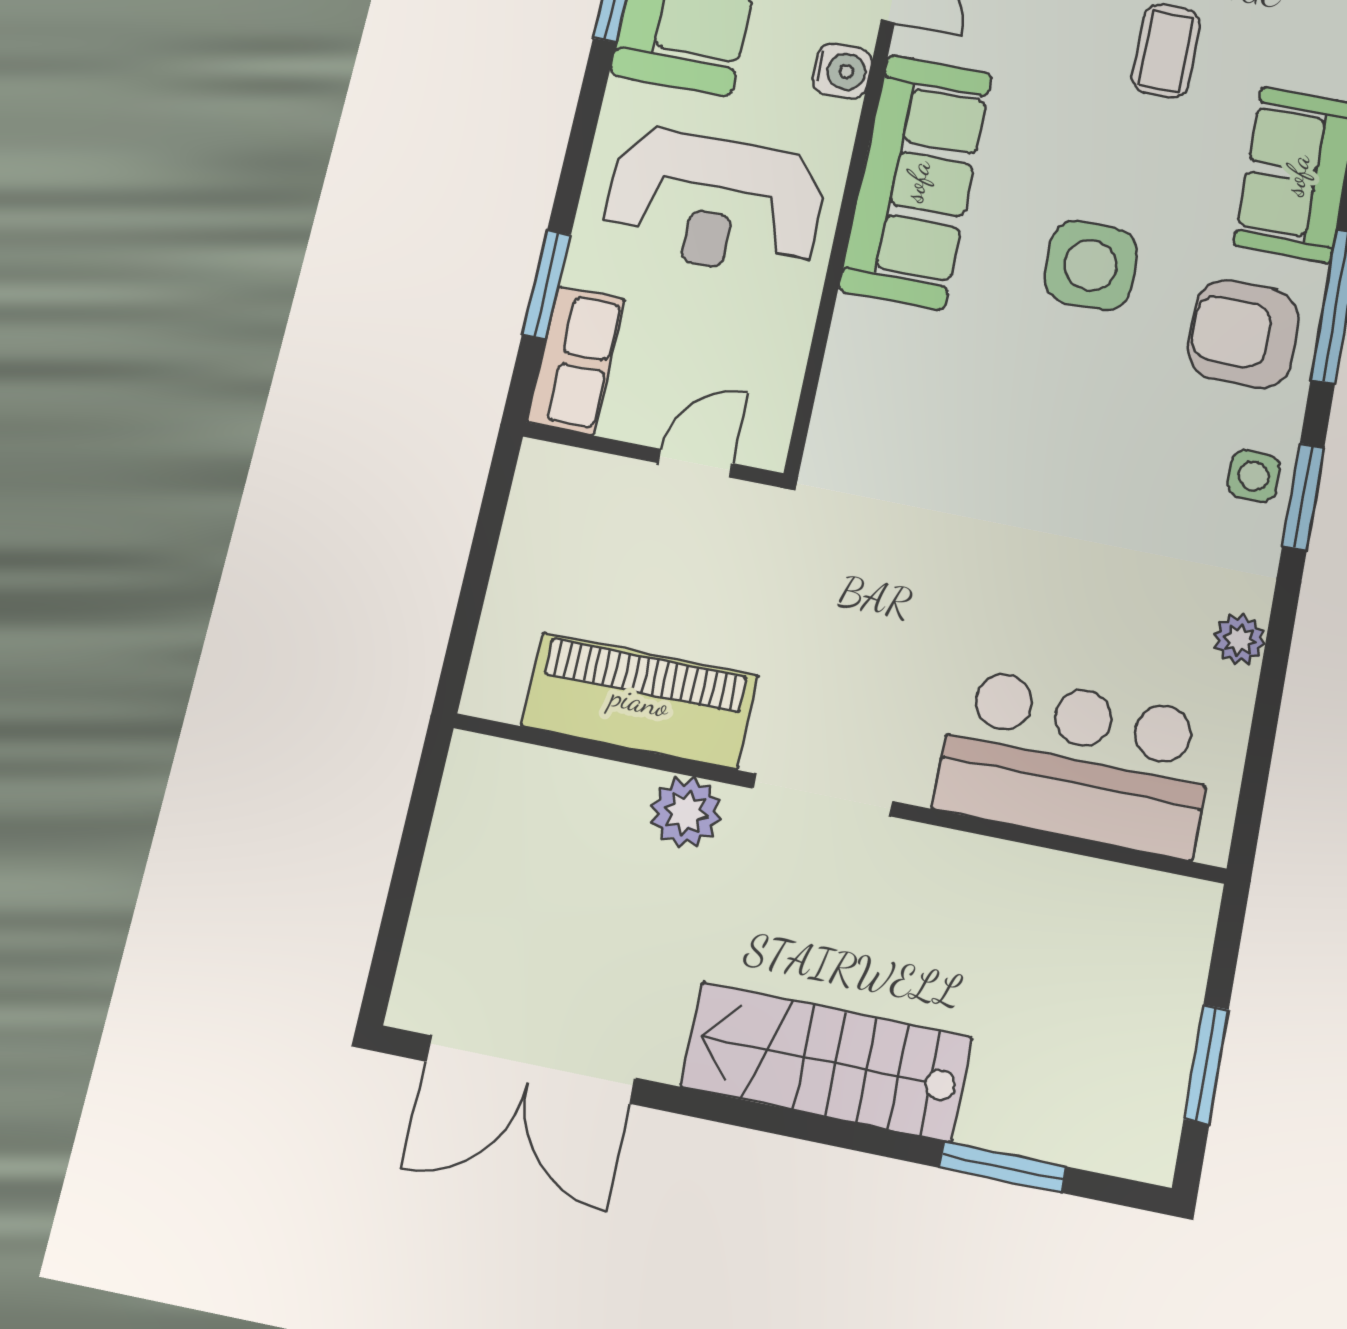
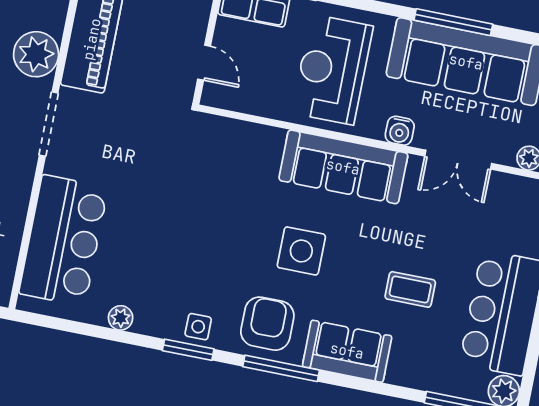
plant: (686, 812) -> (36, 54), width x1.36, depth x1.36

